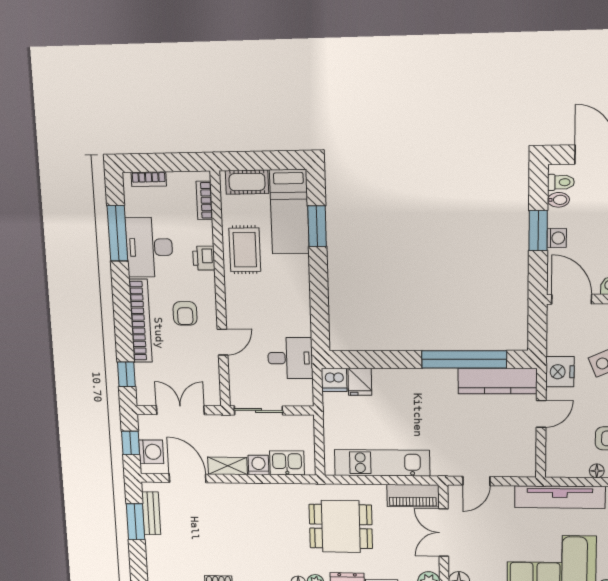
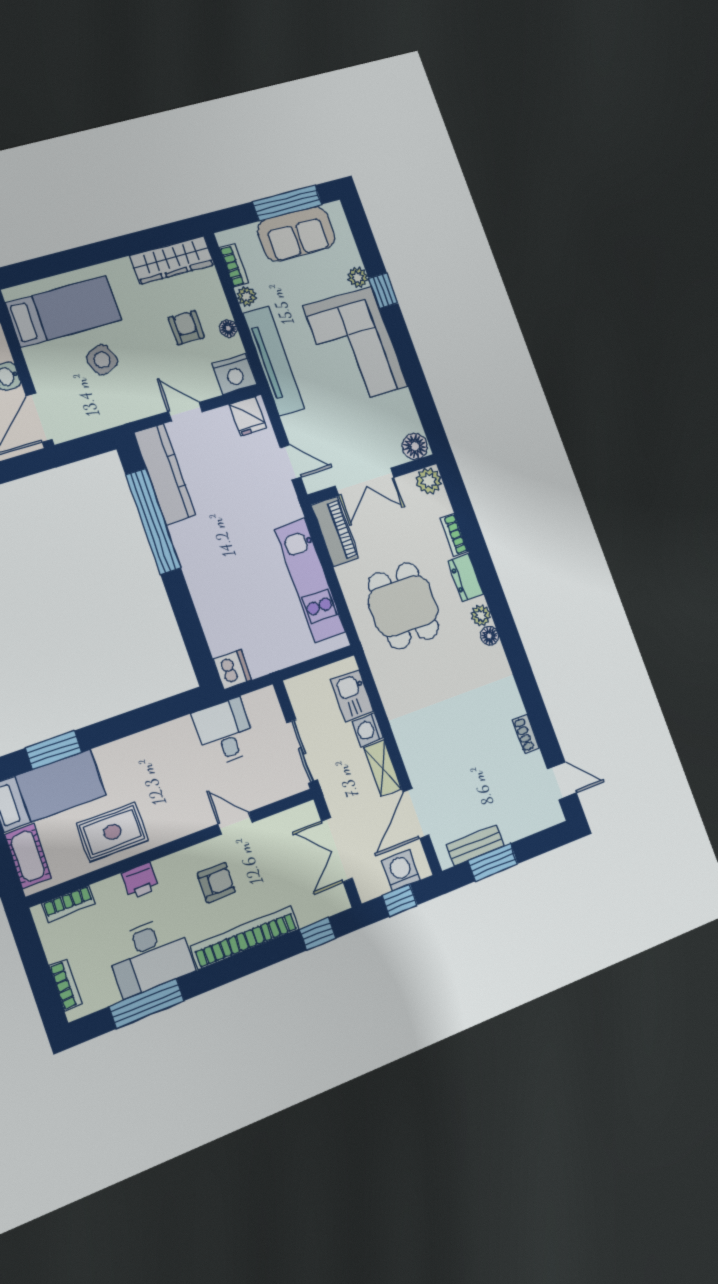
nightstand: (560, 372) -> (235, 374), moved
fridge: (360, 382) -> (248, 416), moved, turned 90

